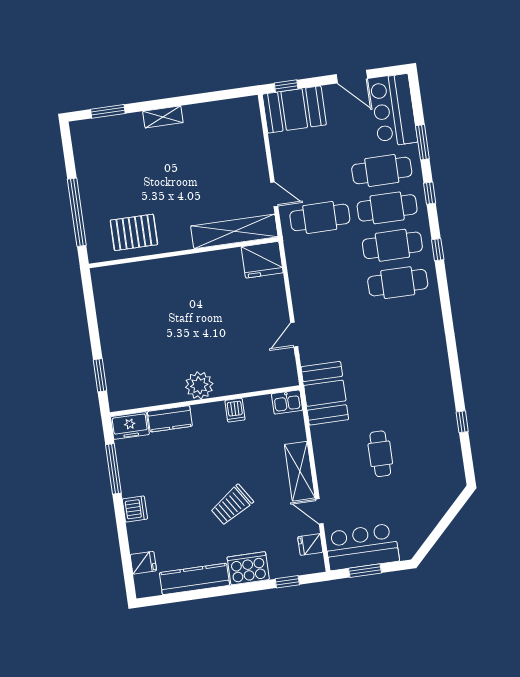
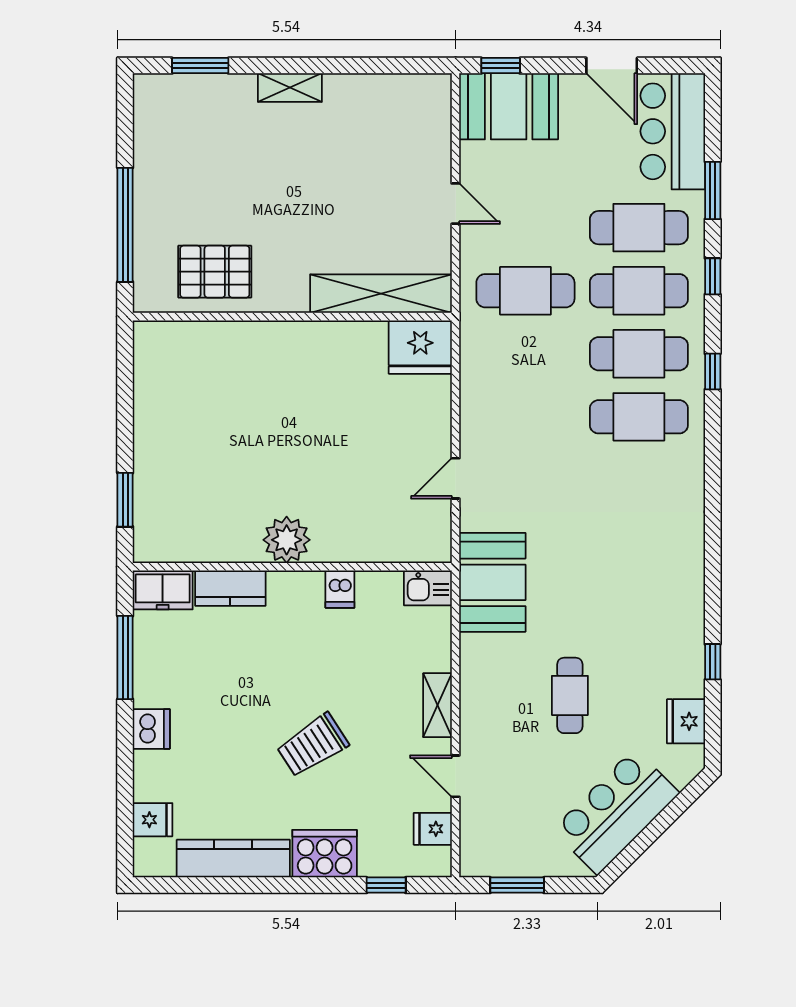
door: (274, 194) -> (456, 204), moved
fridge: (451, 459) -> (686, 721), added
shelving: (300, 471) -> (437, 705), width x0.67, depth x0.75
bar counter: (362, 547) -> (616, 812), moved, turned -45

